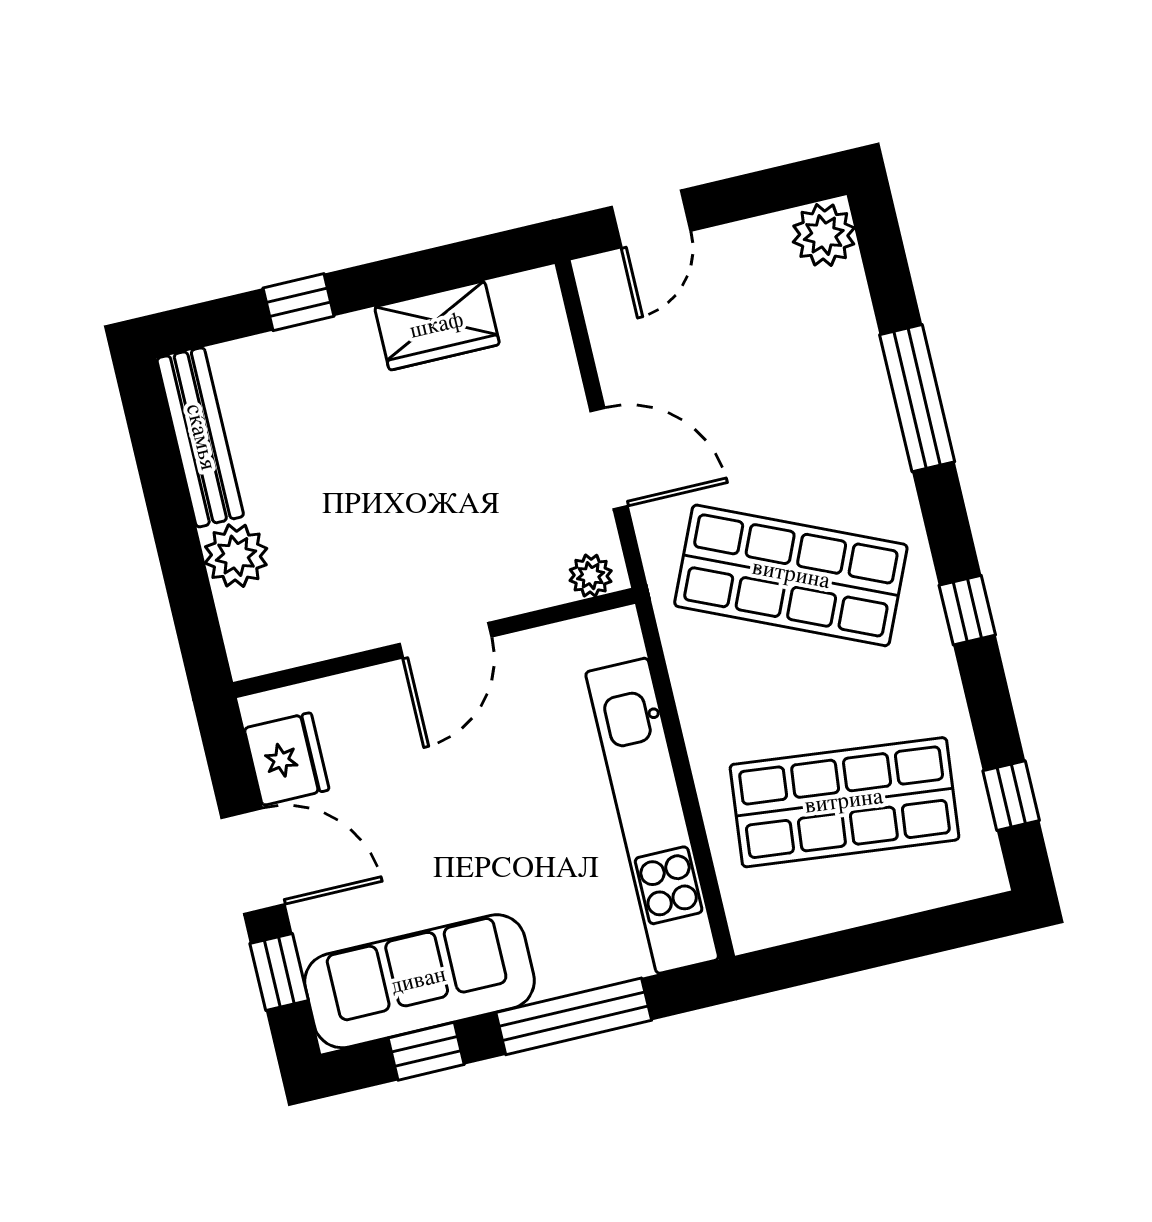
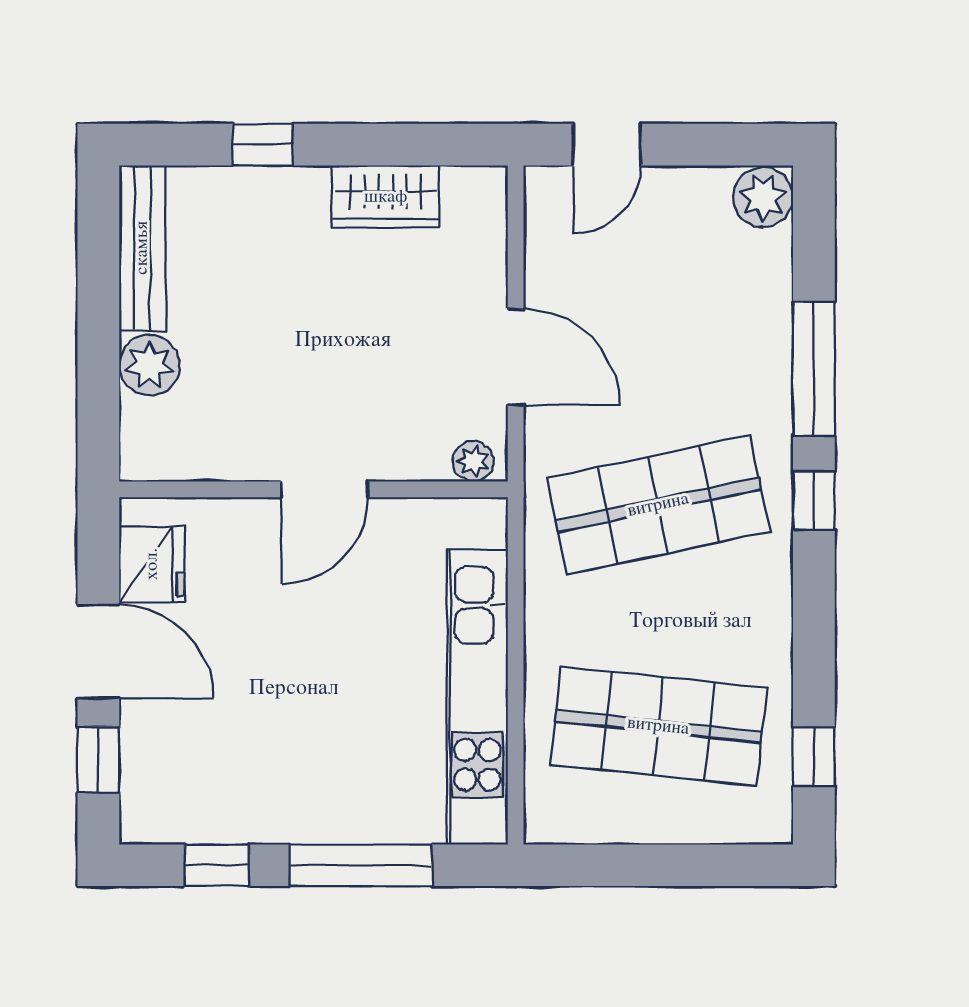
shop shelf: (791, 575) -> (658, 505), turned -36
window: (967, 610) -> (814, 501), moved
sofa: (419, 981) -> (226, 799), removed

